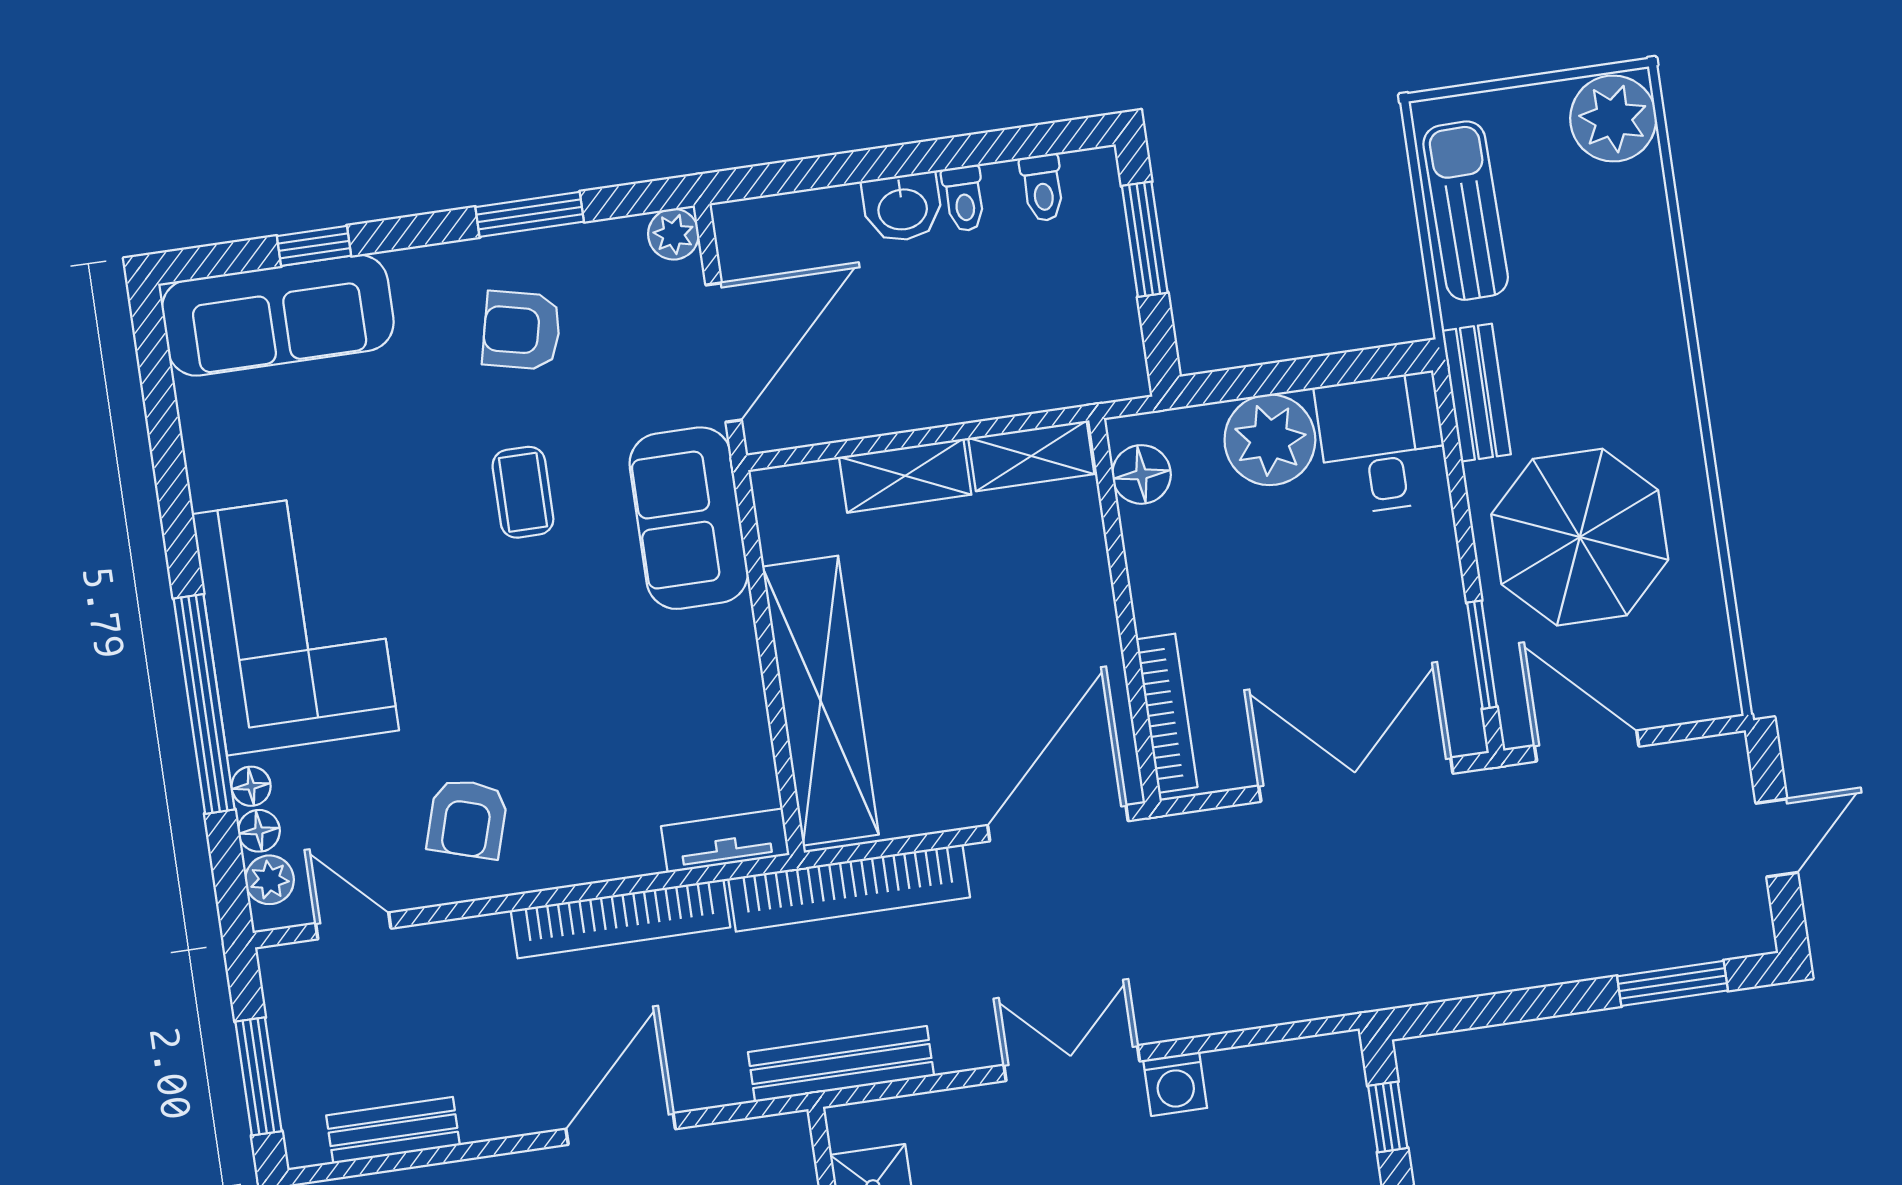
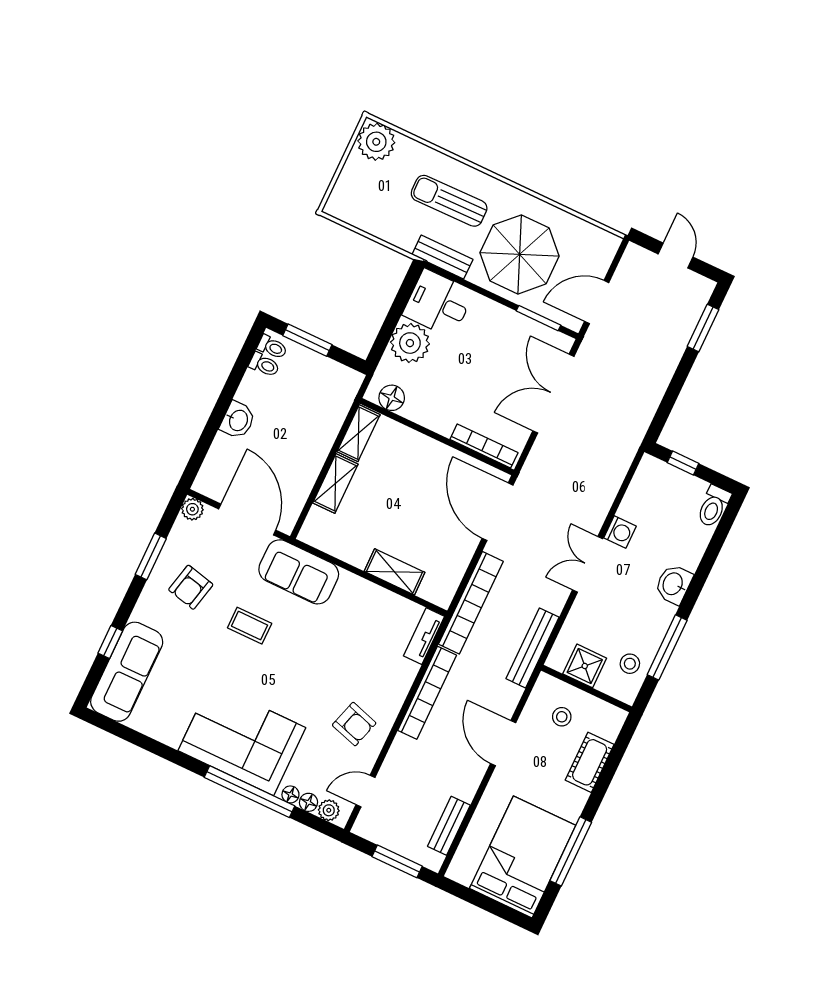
toilet: (964, 198) -> (272, 347), moved
sun lounger: (1466, 211) -> (449, 201), moved
shelving: (821, 701) -> (395, 572), width x0.45, depth x0.75

